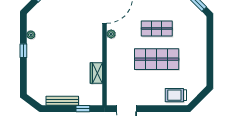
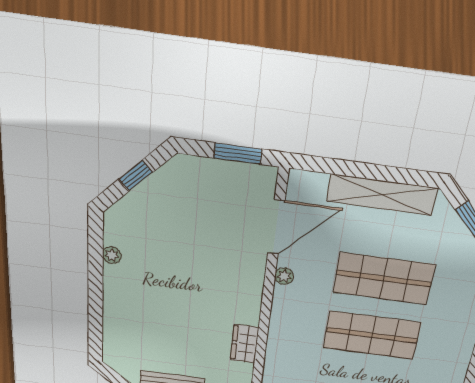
shop shelf: (157, 28) -> (384, 279), width x1.43, depth x1.36
window: (23, 51) -> (95, 284), removed

